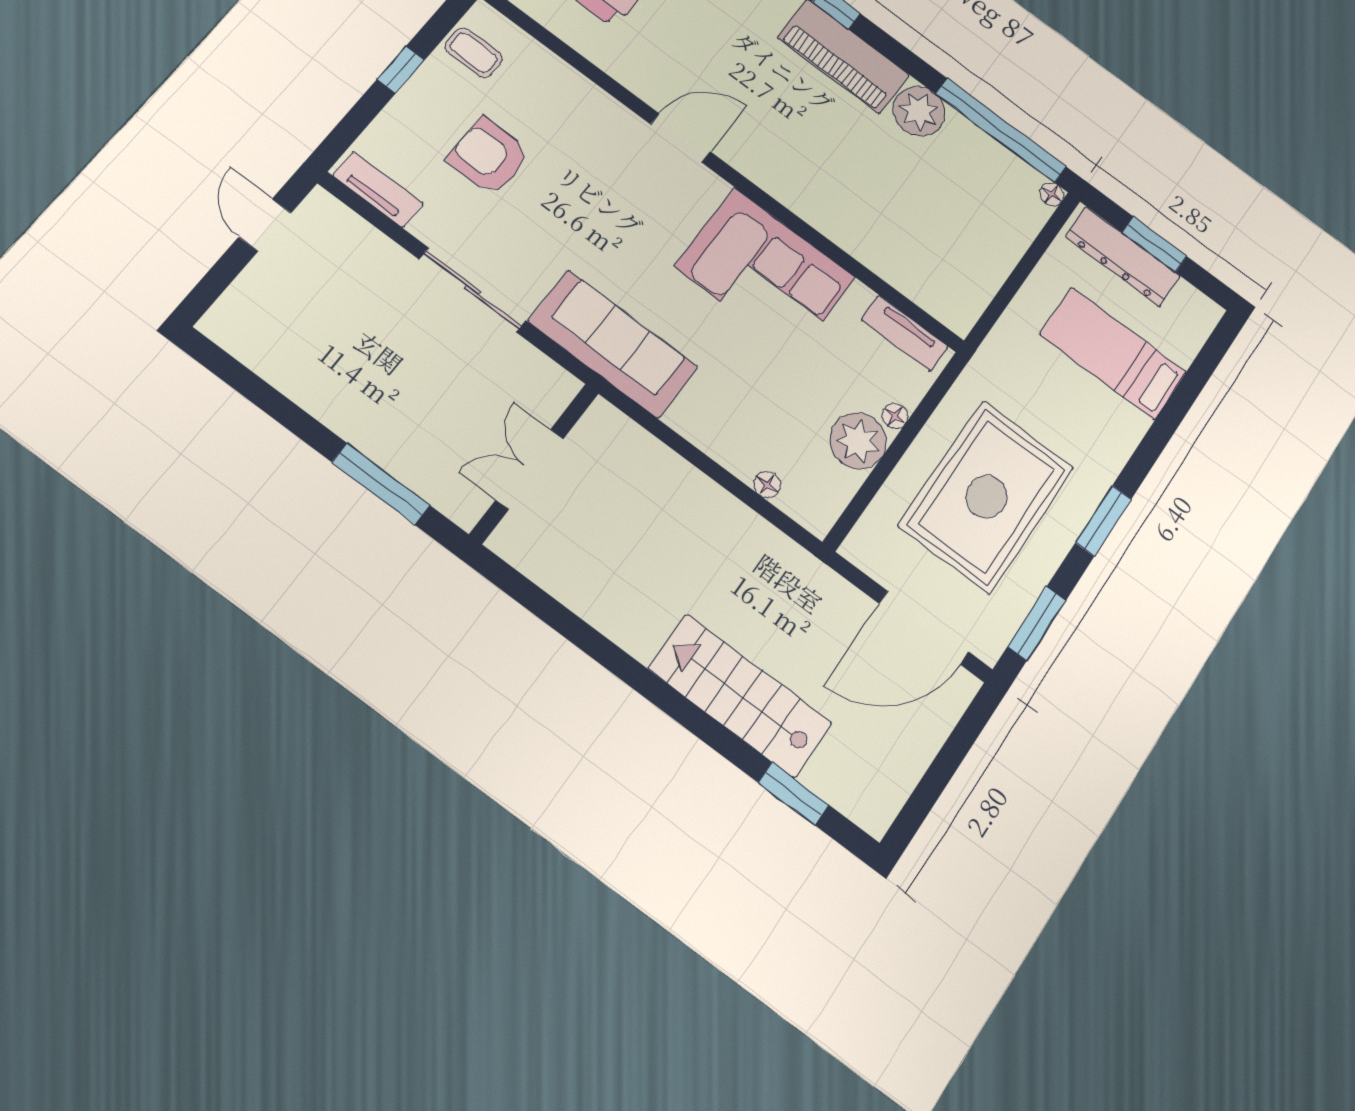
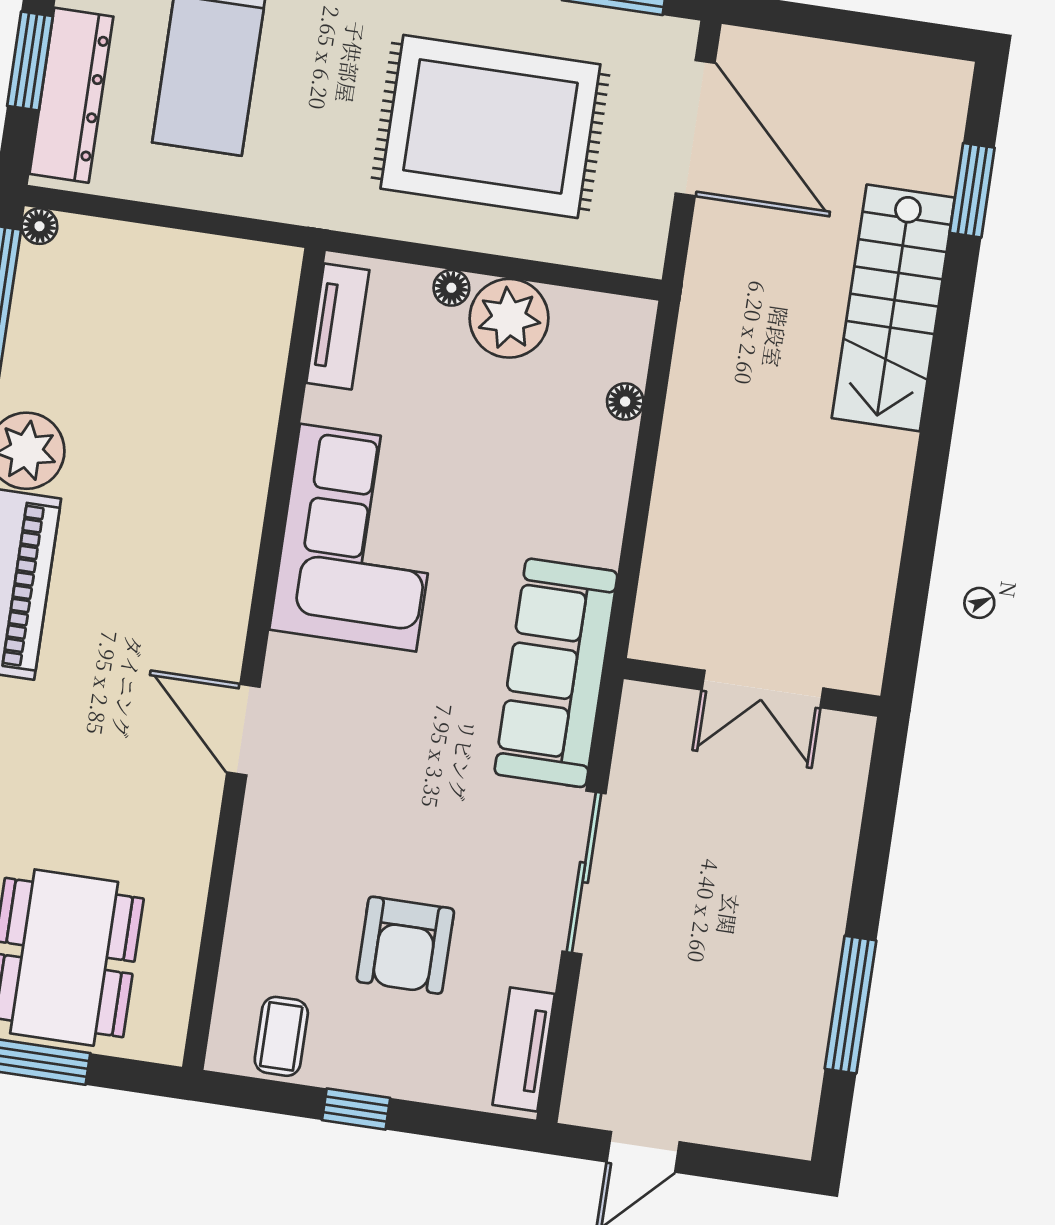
window: (381, 484) -> (850, 1005), moved

